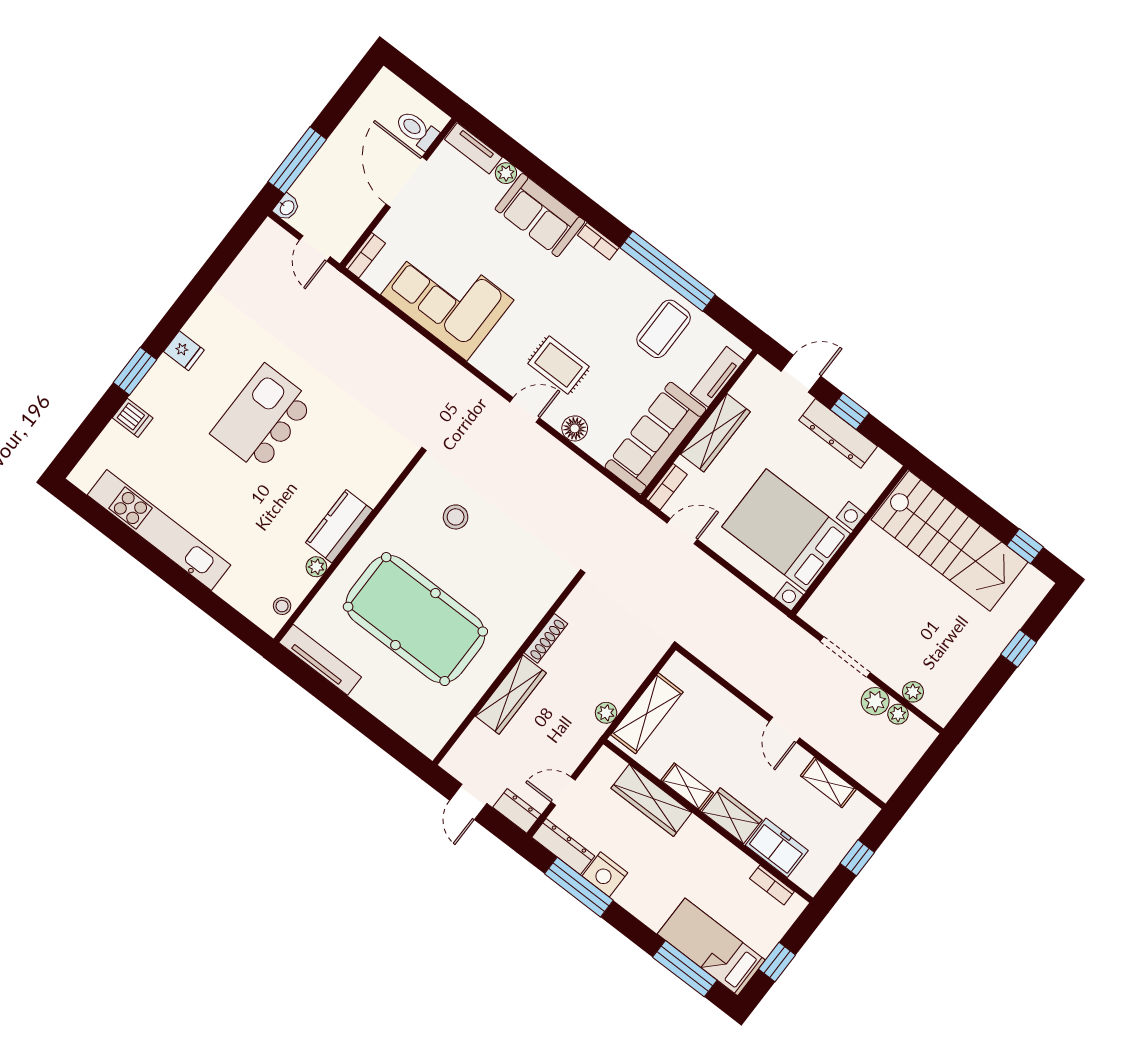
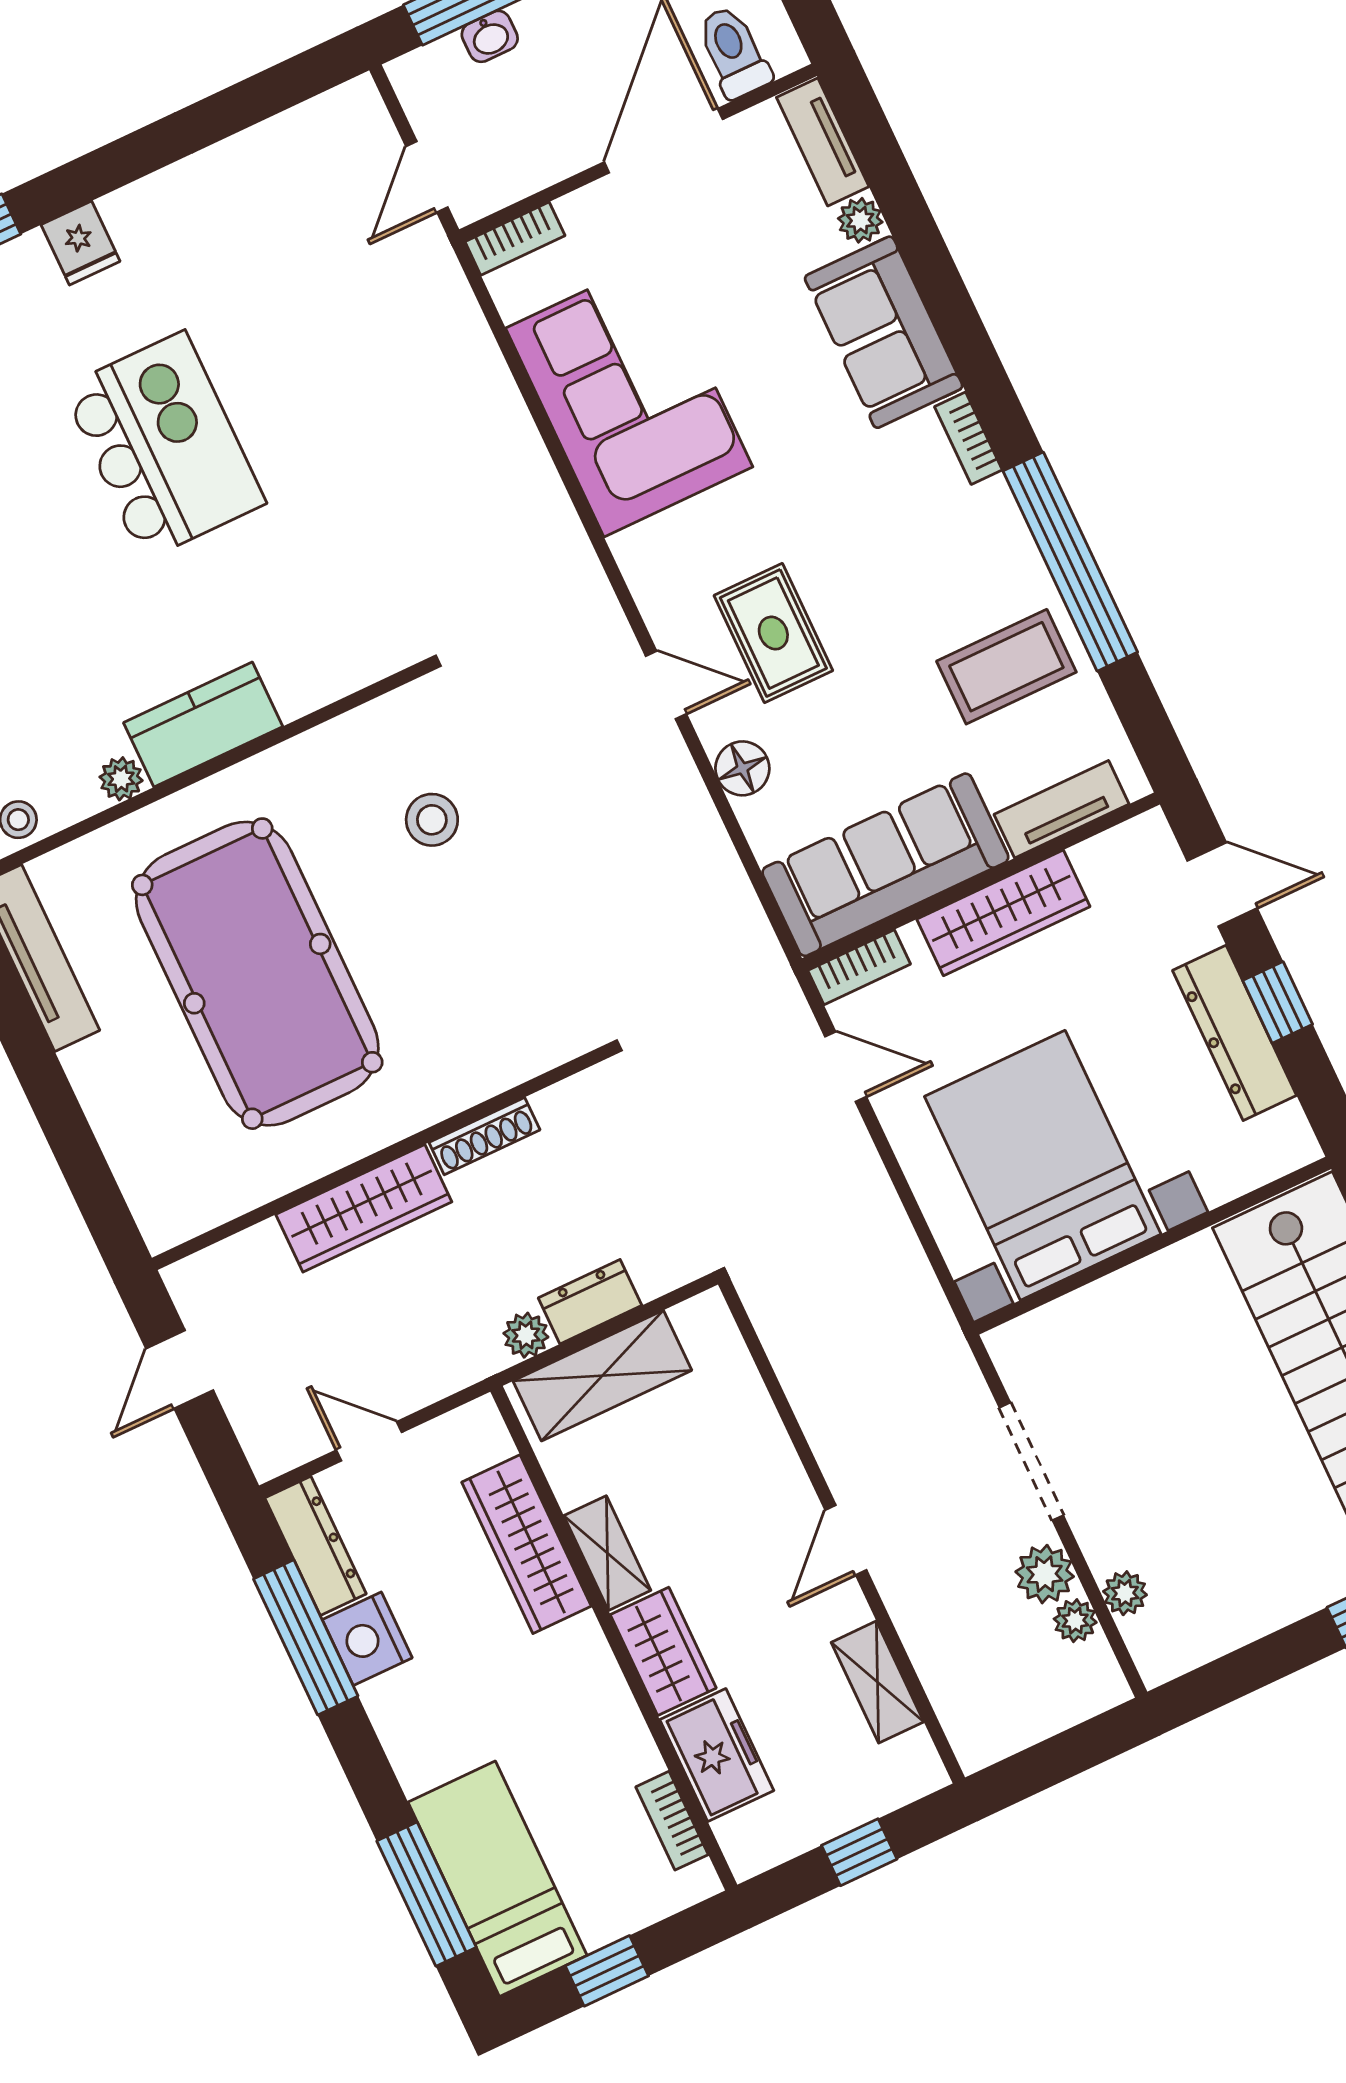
washbasin: (287, 207) -> (490, 36), moved
kitchen island: (263, 418) -> (164, 446), turned 90
dresser: (517, 811) -> (590, 1302), moved, turned -90

